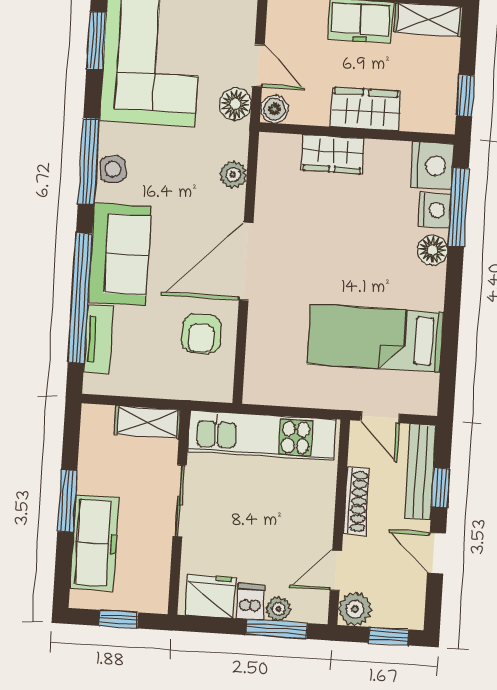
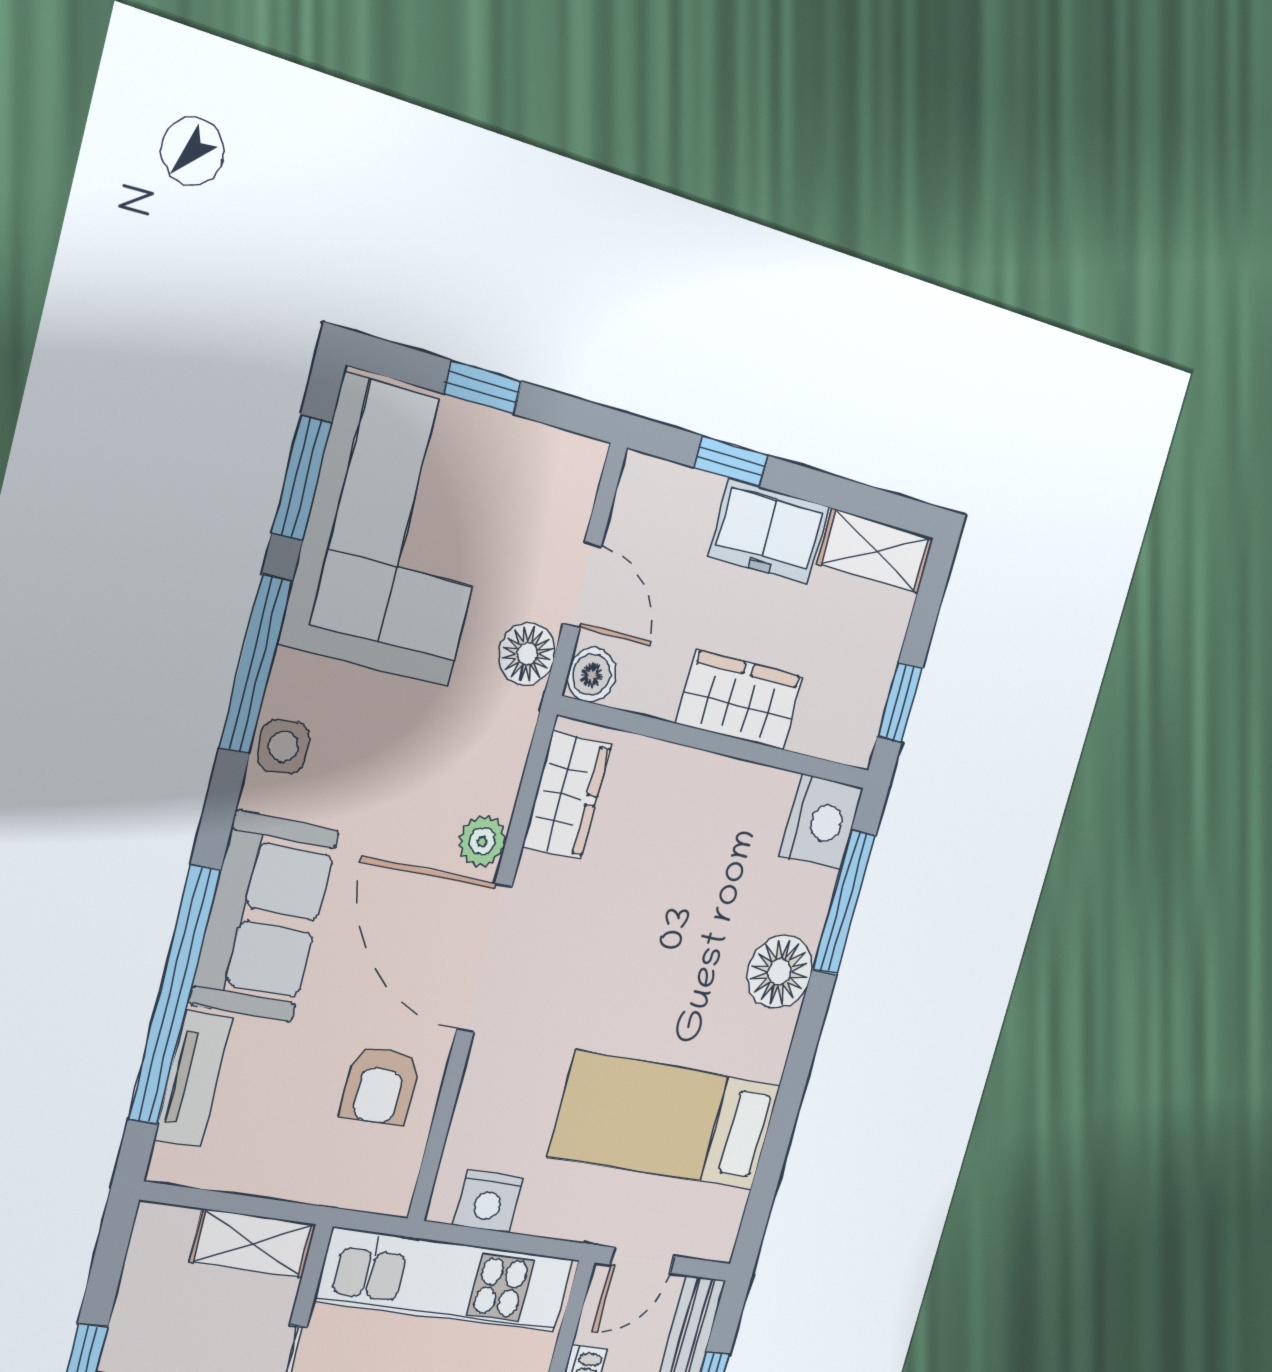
wardrobe: (333, 154) -> (567, 795), moved, turned -90
window: (89, 161) -> (256, 665), moved
plant: (233, 175) -> (482, 841), moved
nightstand: (434, 210) -> (489, 1201), moved, turned 90
floor lamp: (433, 250) -> (780, 972), width x1.38, depth x1.38
door: (246, 261) -> (484, 958), hinge flipped
door: (380, 417) -> (643, 1260), hinge flipped

